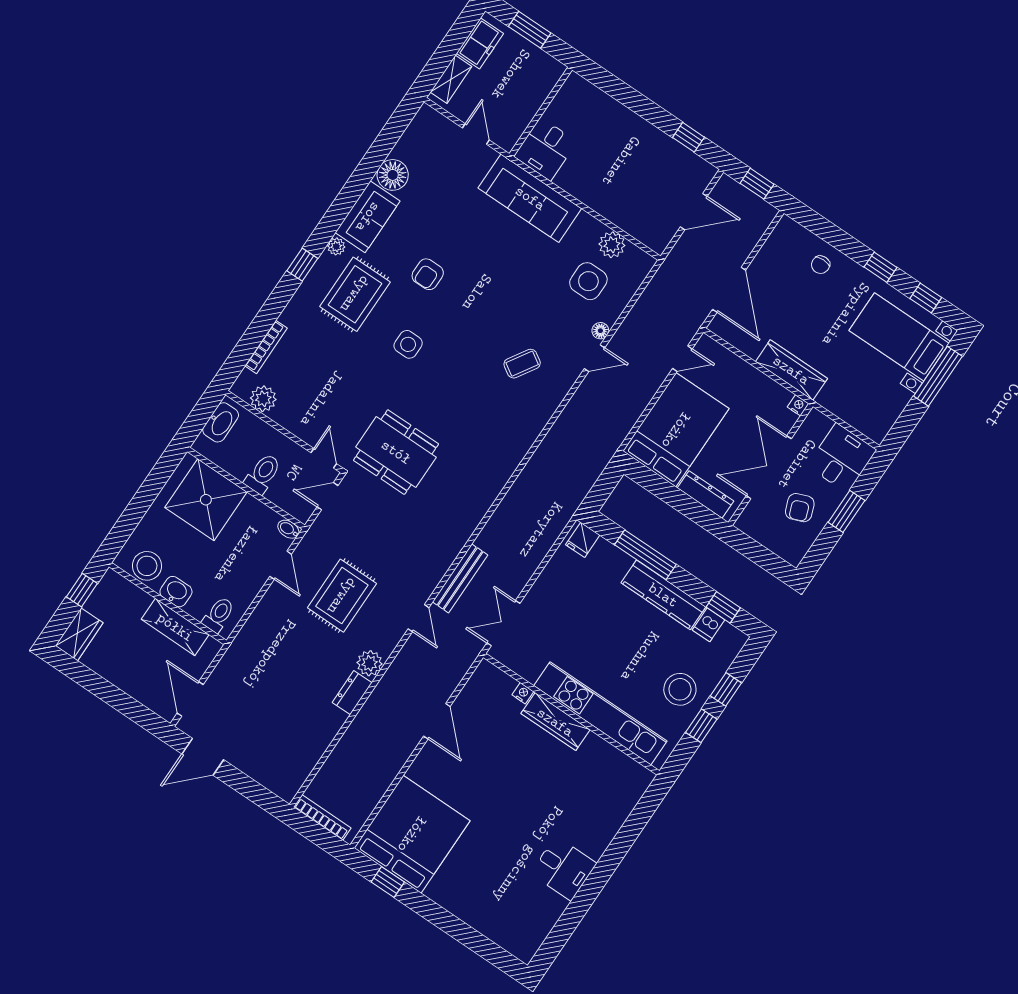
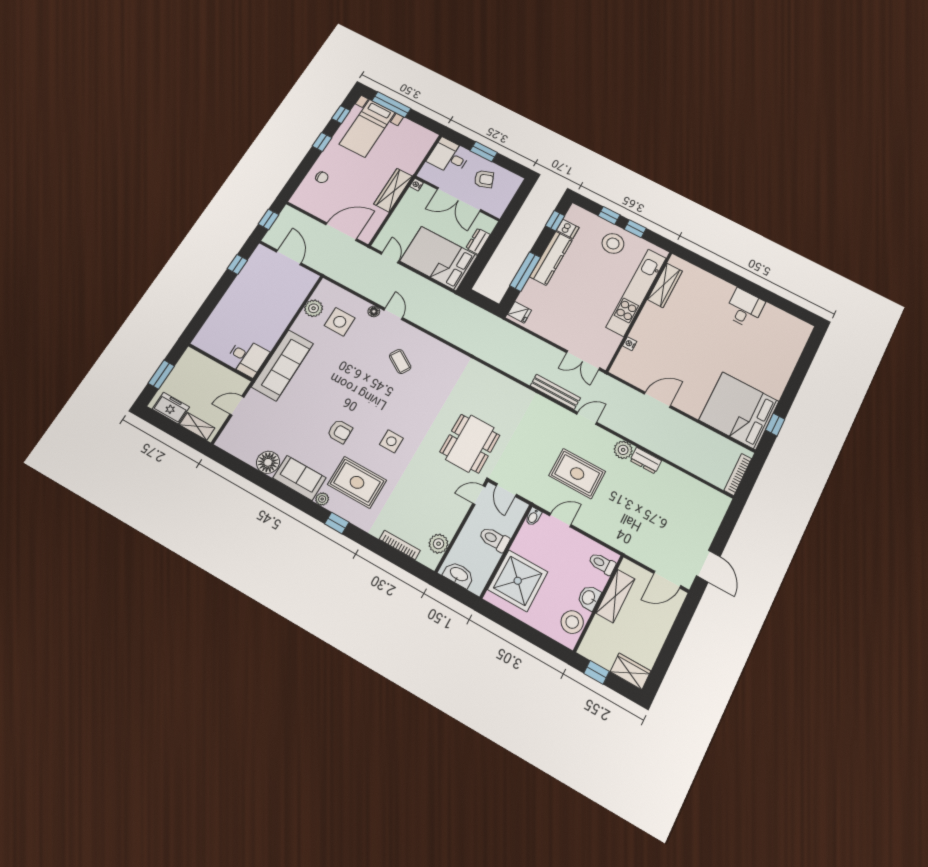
dresser: (706, 494) -> (478, 241), width x0.70
wardrobe: (555, 722) -> (665, 285), moved

